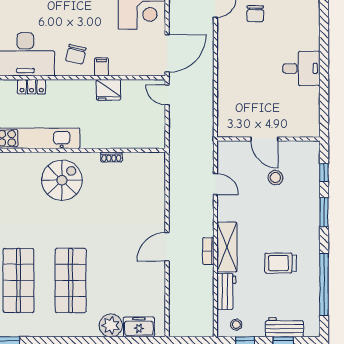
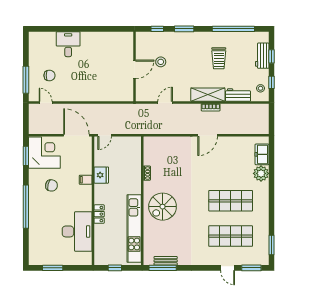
chair: (76, 54) -> (51, 185), moved
desk: (301, 68) -> (68, 44), moved
locker: (32, 87) -> (99, 214), moved
spiral stairs: (62, 180) -> (163, 207), turned -90
door: (167, 247) -> (208, 135), hinge flipped

